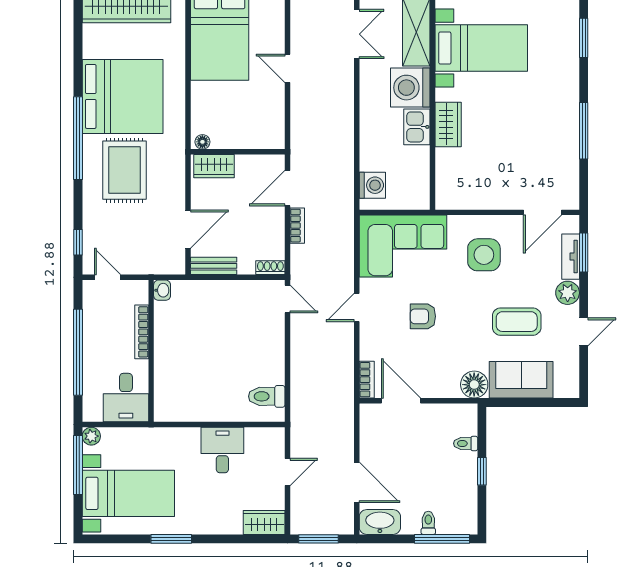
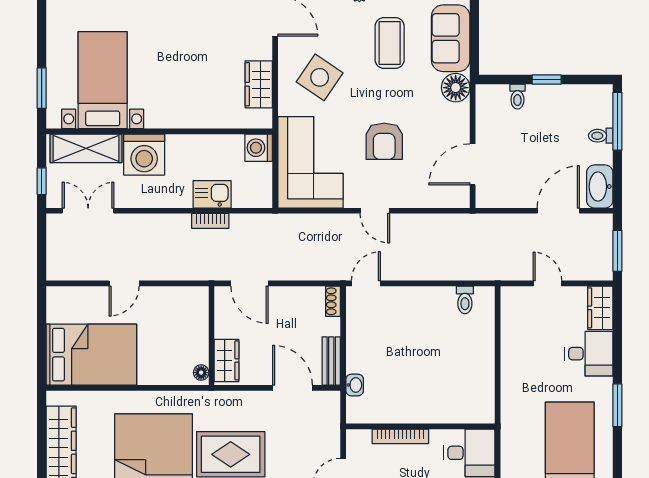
wardrobe: (448, 124) -> (259, 84), moved, turned -90
kitchen sink: (417, 127) -> (212, 194), moved, turned 180
washing machine: (372, 185) -> (259, 148), moved, turned -90
bookcase: (297, 226) -> (210, 221), moved, turned 180
side table: (484, 255) -> (320, 77), turned 34
washbasin: (162, 290) -> (355, 385), moved, turned 90
armchair: (423, 316) -> (384, 141), width x1.38, depth x1.38
bookcase: (367, 380) -> (450, 200), removed
toilet: (267, 396) -> (465, 300), width x0.73, depth x0.72
desk: (222, 450) -> (589, 354), moved, turned 180

